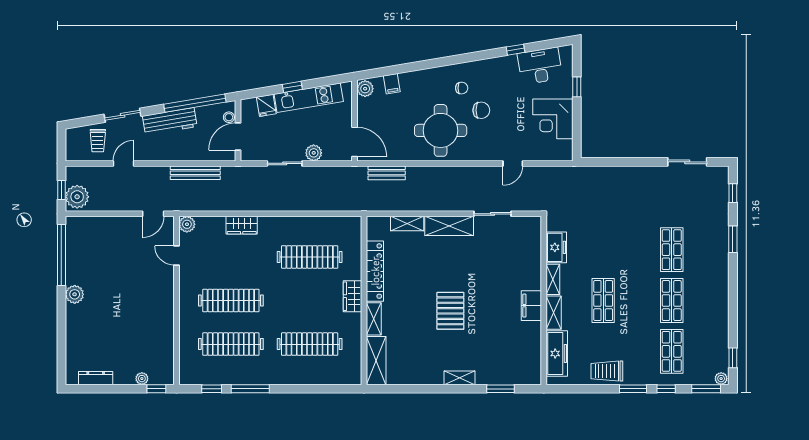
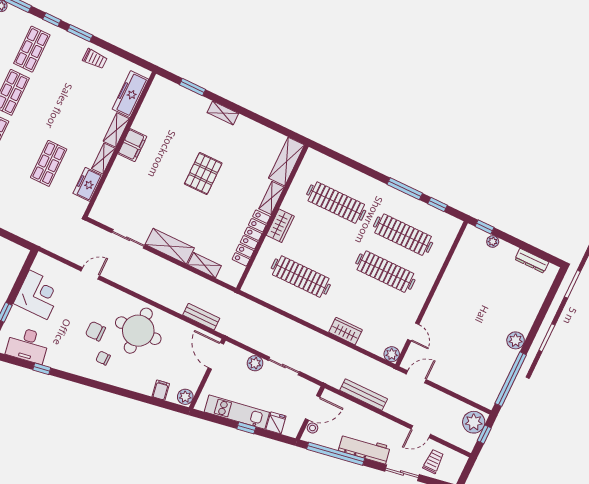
shop shelf: (603, 301) -> (49, 163), moved
trolley: (607, 371) -> (95, 59), width x0.73, depth x0.72

